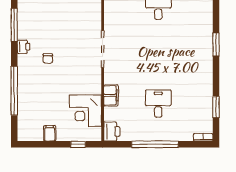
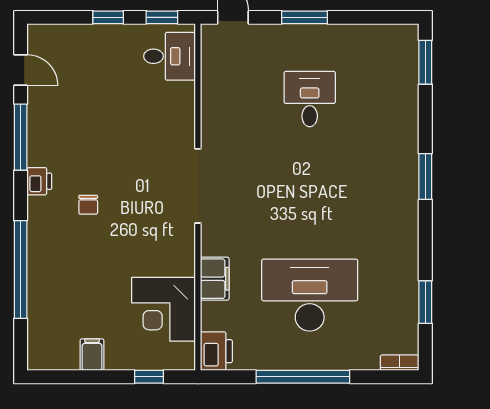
desk: (158, 104) -> (310, 295), width x1.87, depth x1.30

